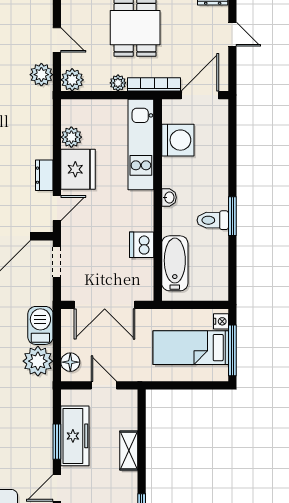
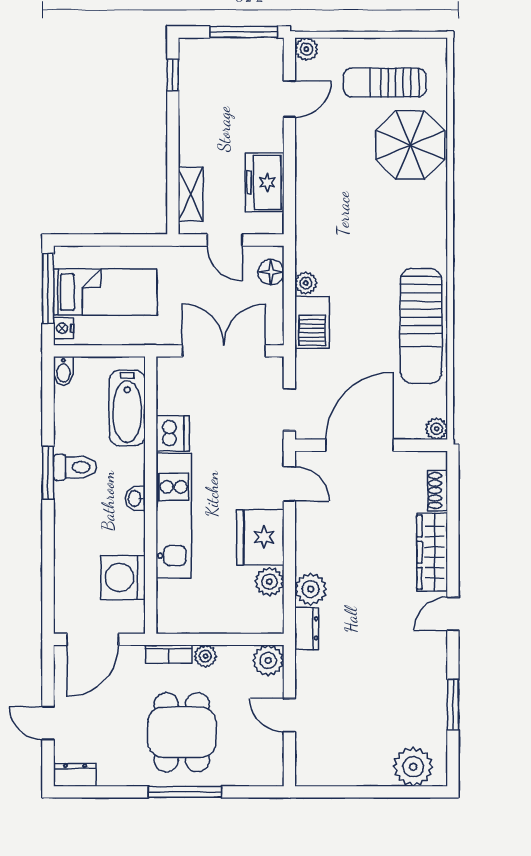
plant: (41, 75) -> (311, 589), moved
bookcase: (154, 84) -> (169, 654), width x0.64
kitchen unit: (141, 144) -> (174, 516), moved
dresser: (44, 175) -> (307, 628), moved
door: (57, 208) -> (289, 484), swing flipped
bidet: (221, 290) -> (63, 371), added
plant: (38, 361) -> (306, 283), width x0.53, depth x0.53
freezer: (75, 436) -> (265, 182), width x0.71
window: (57, 442) -> (289, 163), removed
shelving: (129, 451) -> (191, 194), moved

